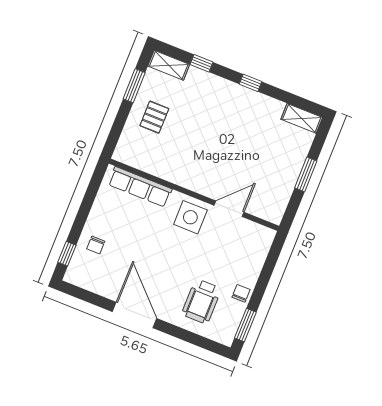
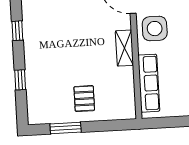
shelving: (169, 65) -> (124, 48), moved
pallet: (154, 117) -> (84, 99), turned 90

